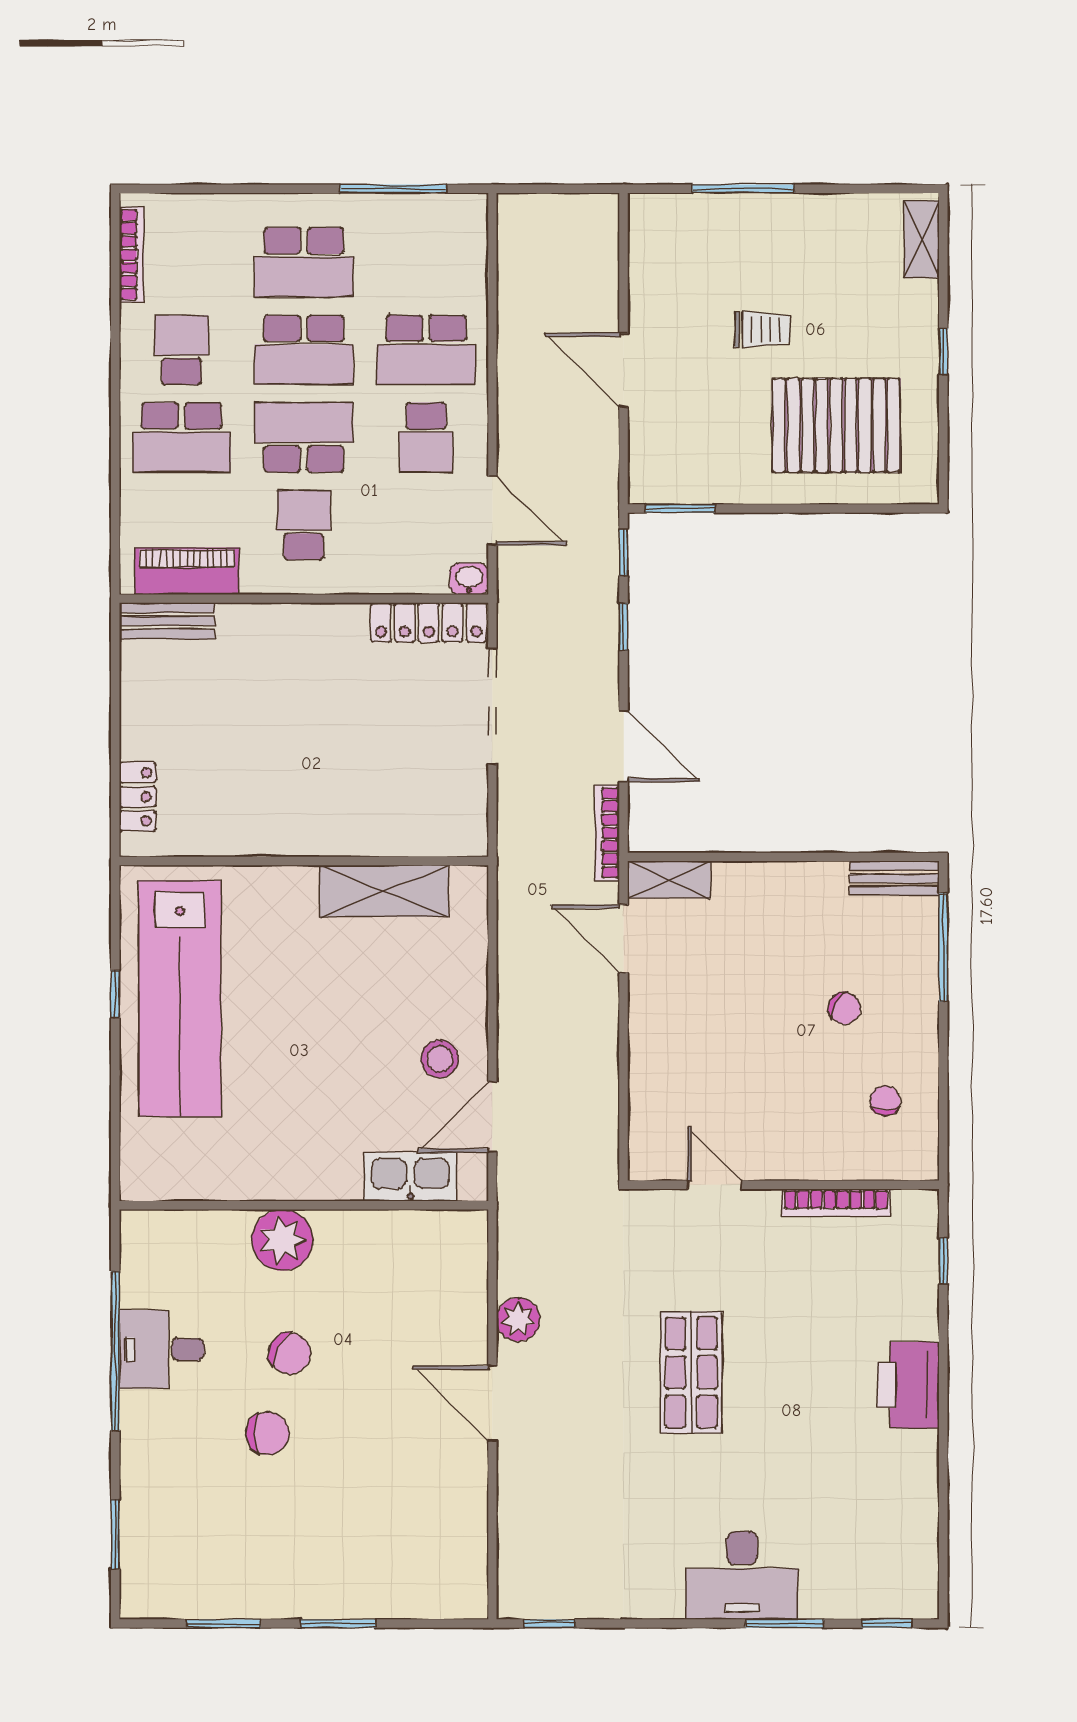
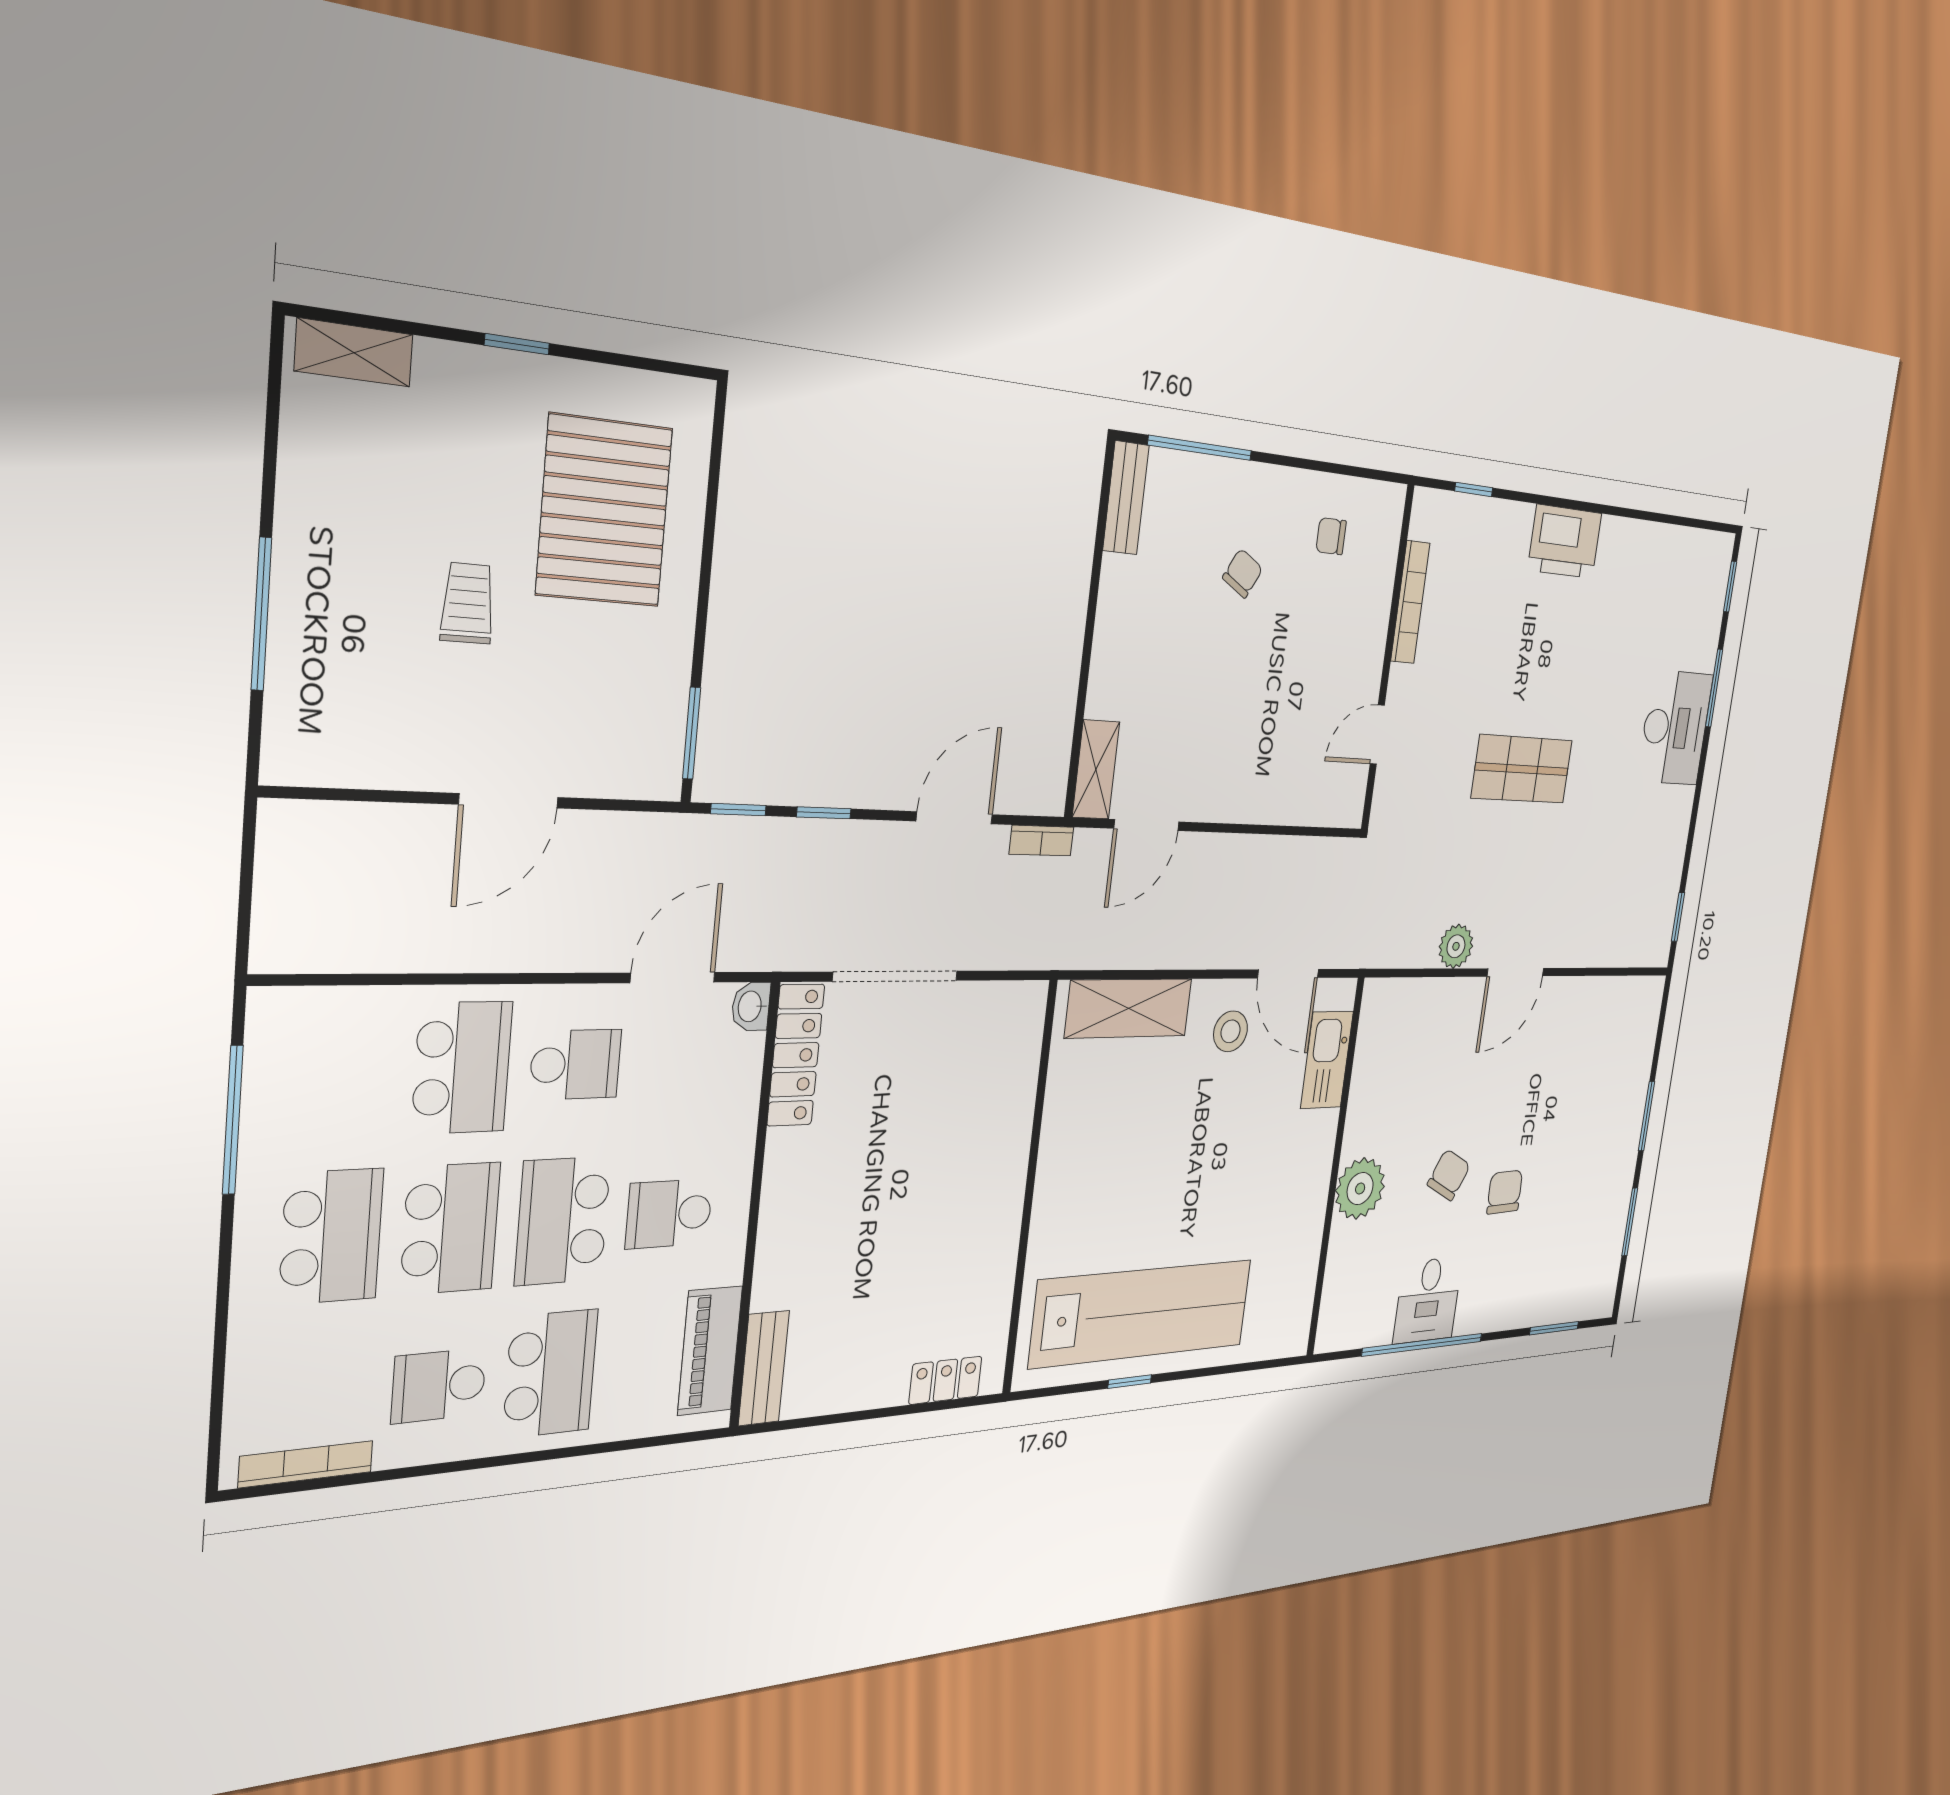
bookcase: (607, 833) -> (1041, 841), width x0.64
shelving: (384, 891) -> (1129, 1008), moved, turned 90

